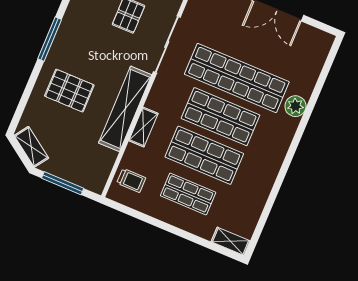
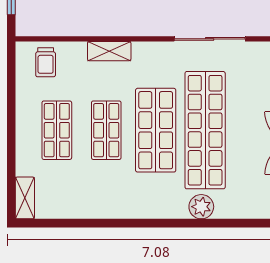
shelving: (125, 109) -> (121, 23), removed
shop shelf: (204, 155) -> (106, 130), width x0.70, depth x0.74

